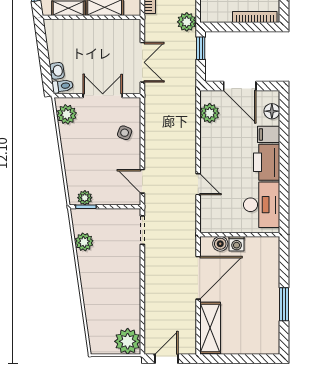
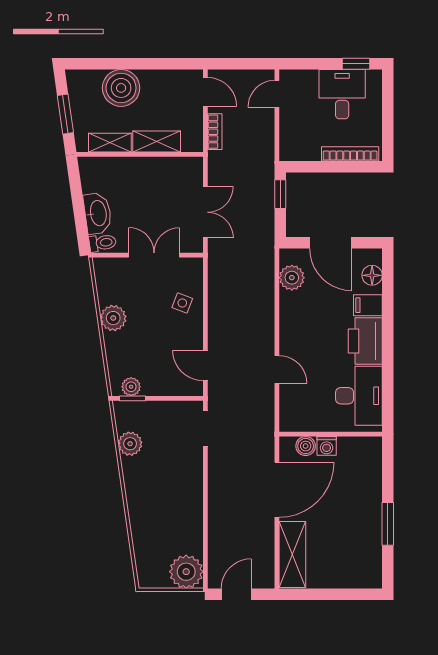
plant: (187, 22) -> (262, 160), removed
washbasin: (57, 71) -> (98, 213), width x1.91, depth x1.45
plant: (67, 114) -> (113, 318), moved

